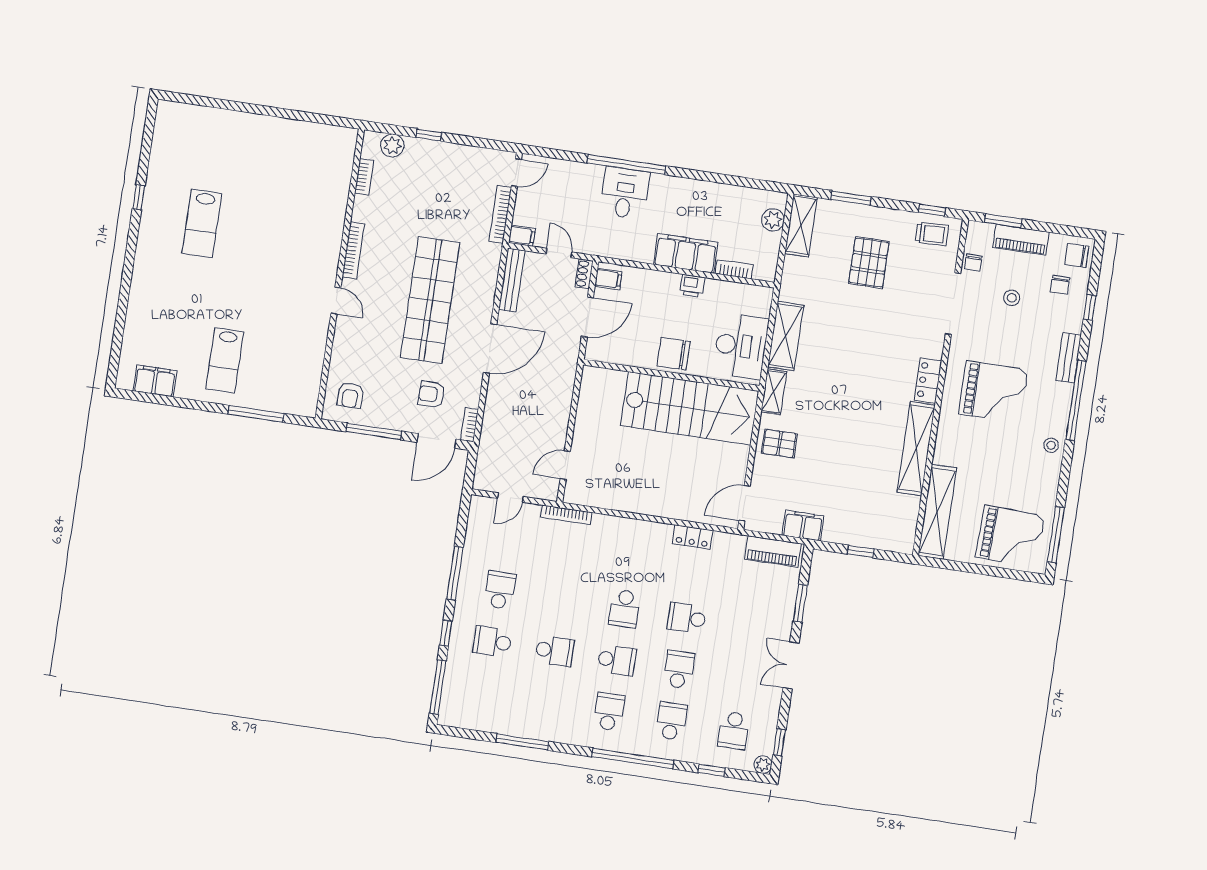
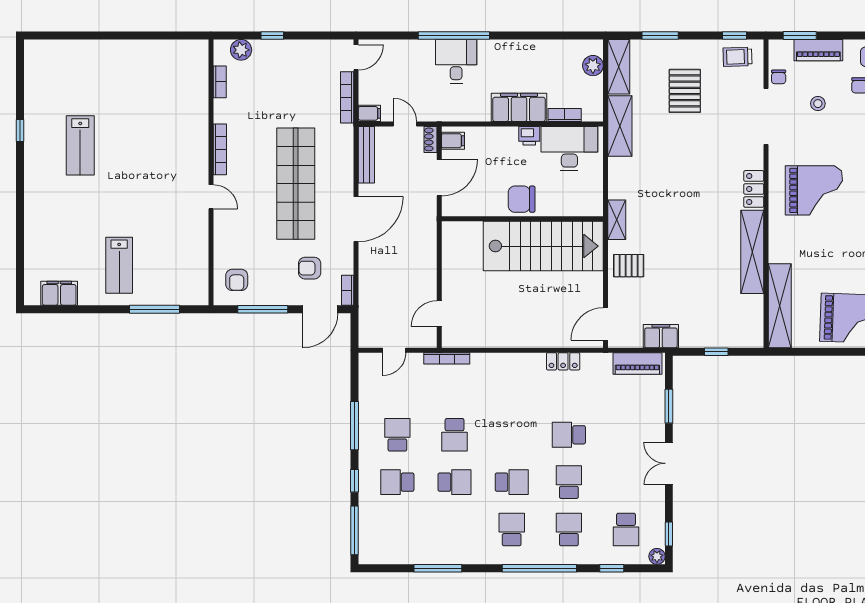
trolley: (932, 234) -> (737, 57), turned 180
shelving: (786, 336) -> (620, 126), moved
desk: (741, 346) -> (569, 149), moved, turned -90
school desk: (624, 609) -> (455, 435), moved

